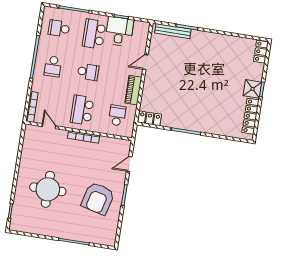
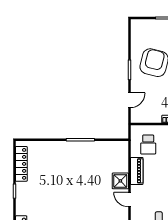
door: (145, 62) -> (129, 200), swing flipped
shower: (252, 89) -> (120, 181), moved
locker: (150, 118) -> (117, 147), removed

